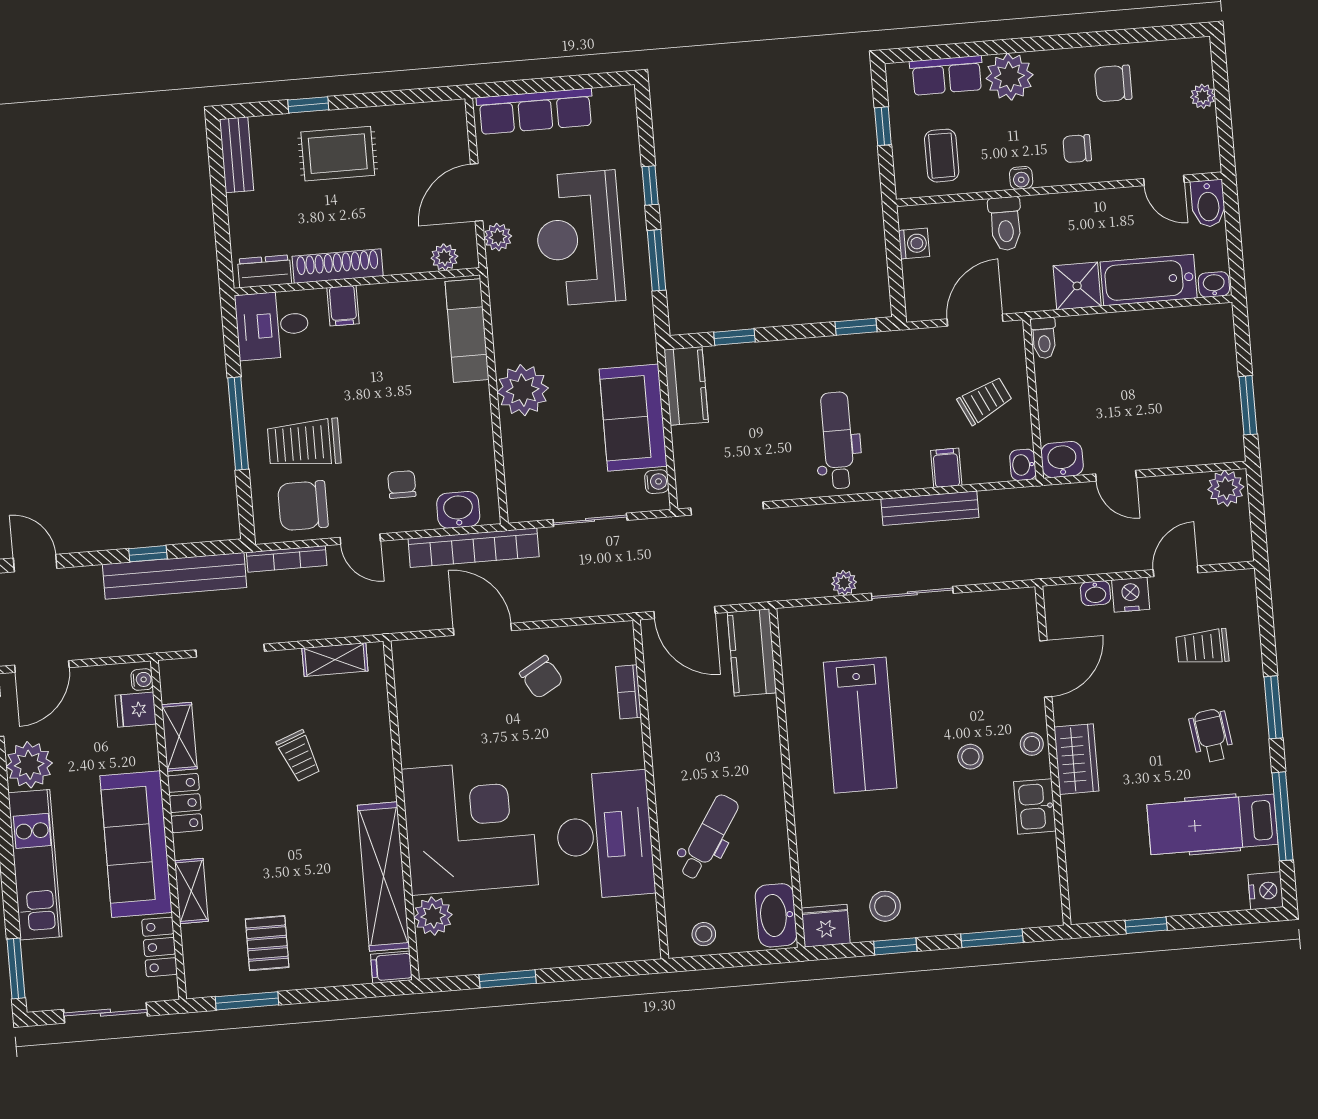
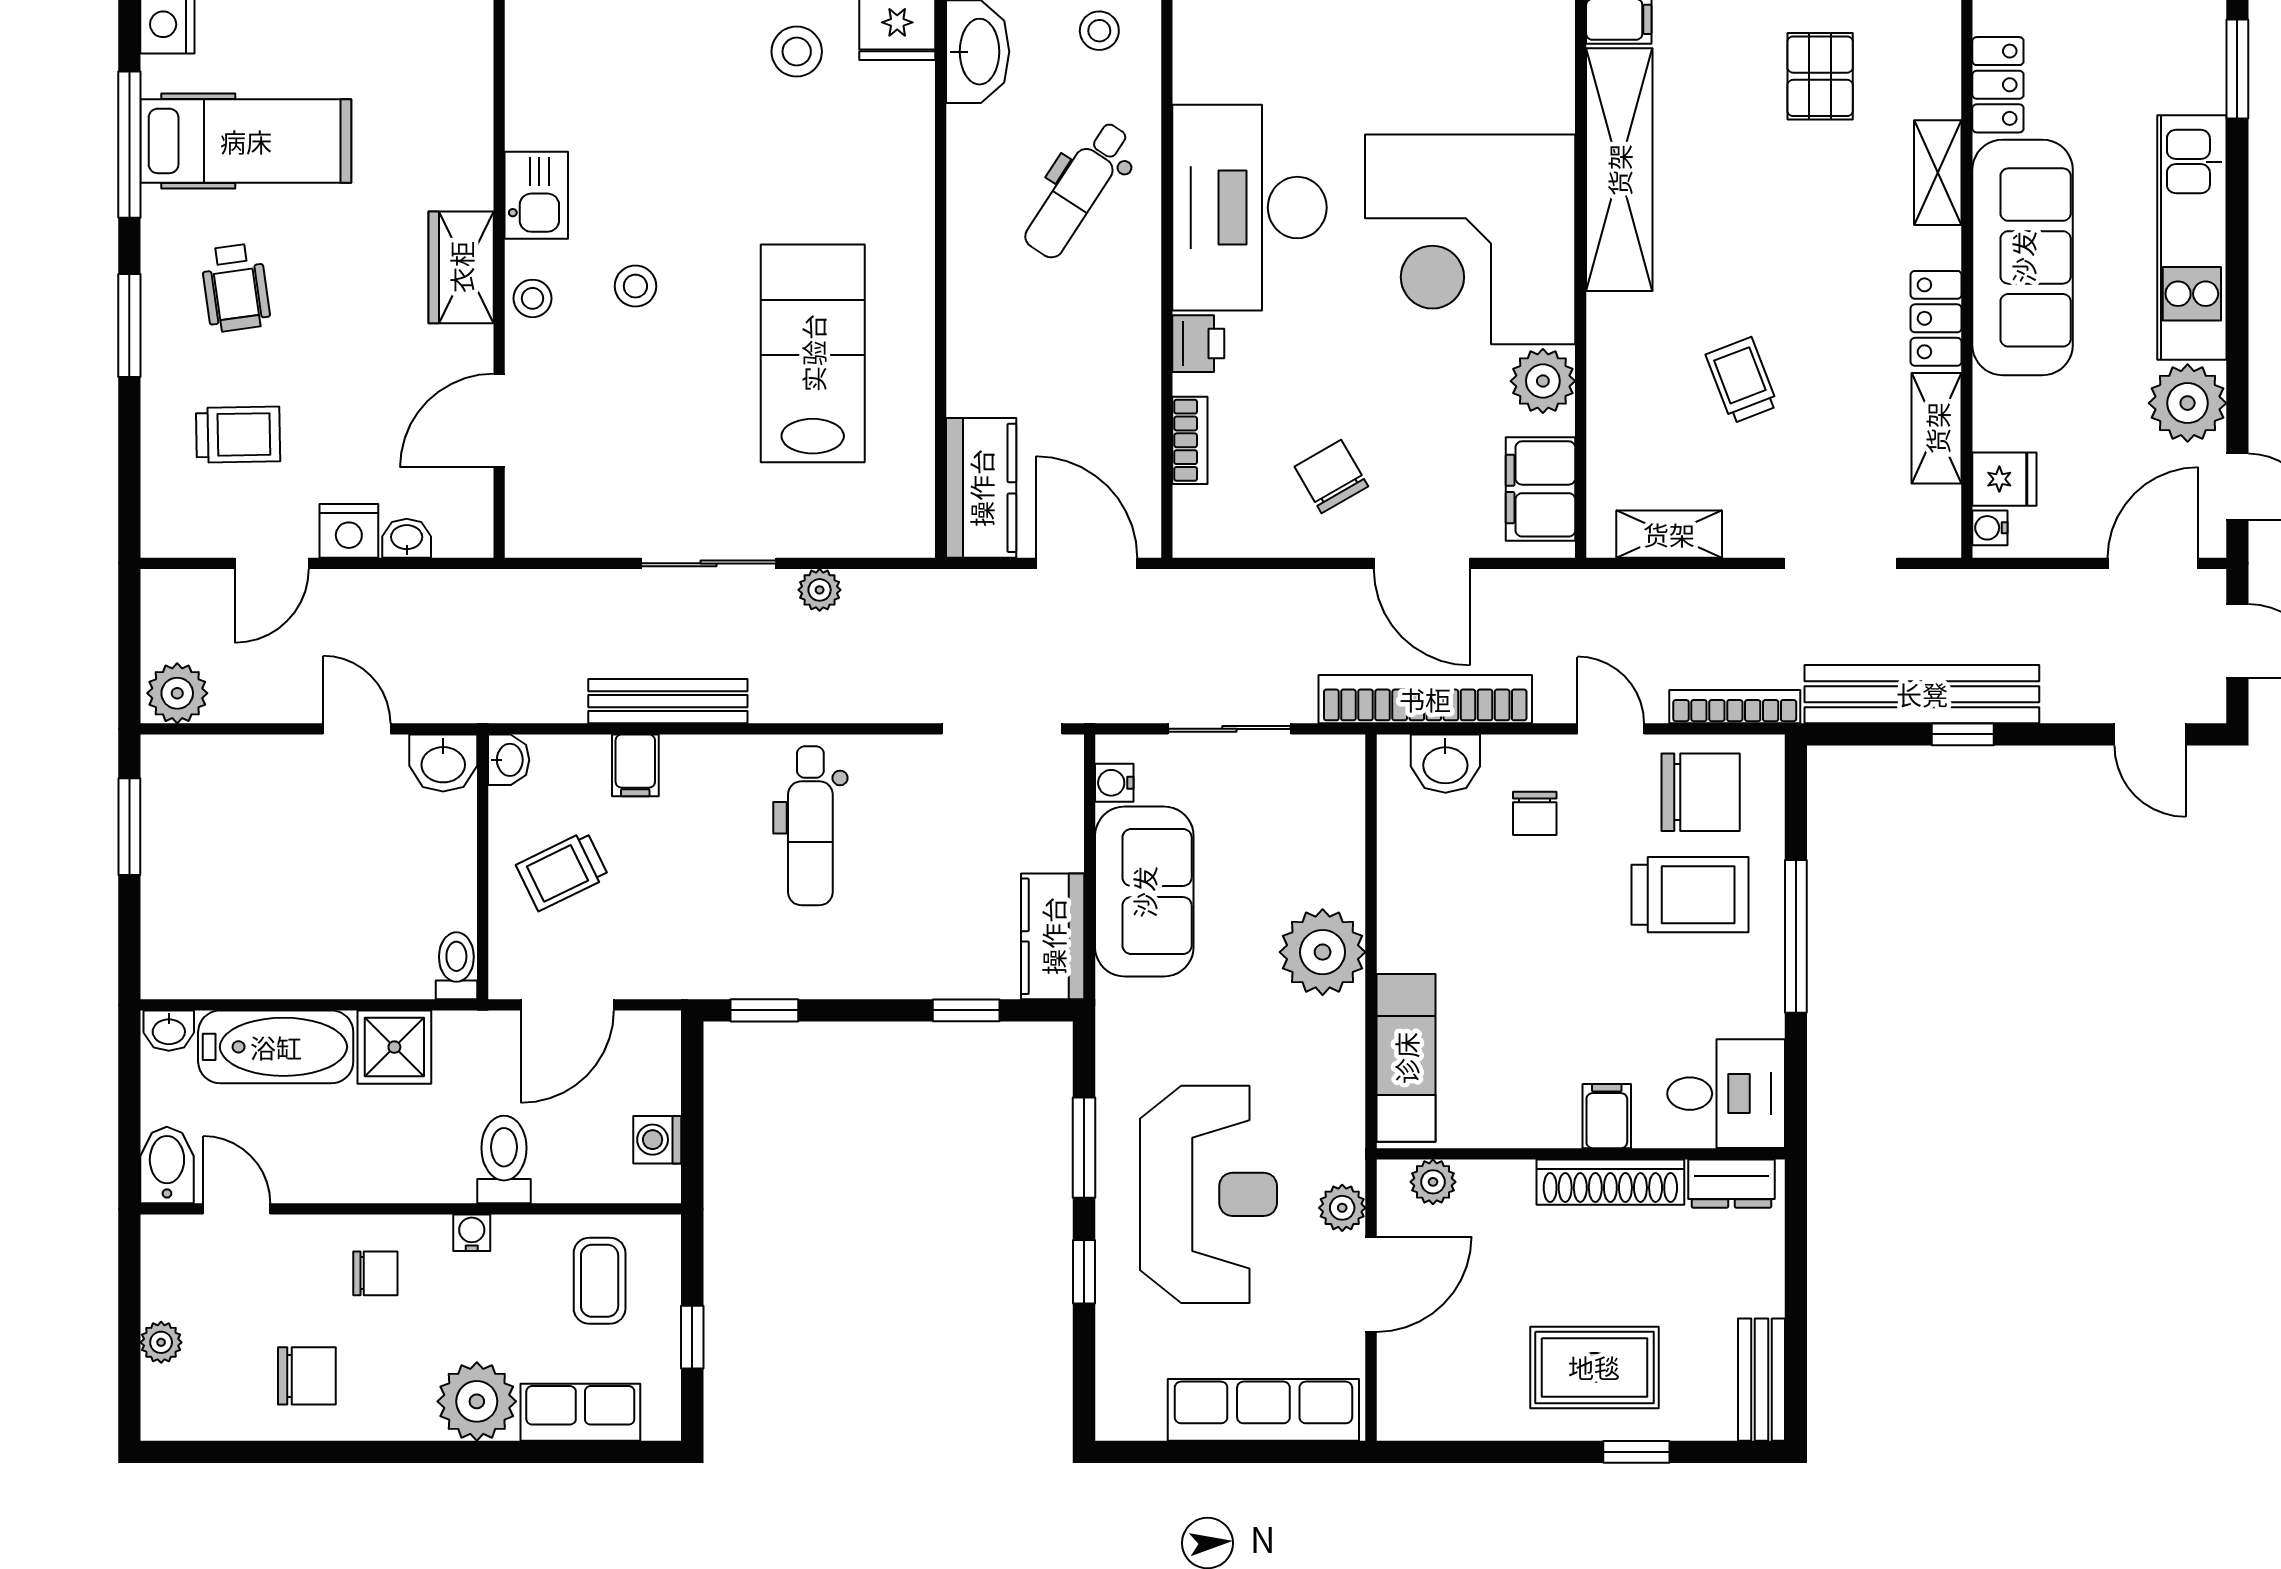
filing cabinet: (415, 680) -> (1541, 489), added
printer: (628, 751) -> (1198, 344), added
plant: (433, 916) -> (1543, 381), moved

